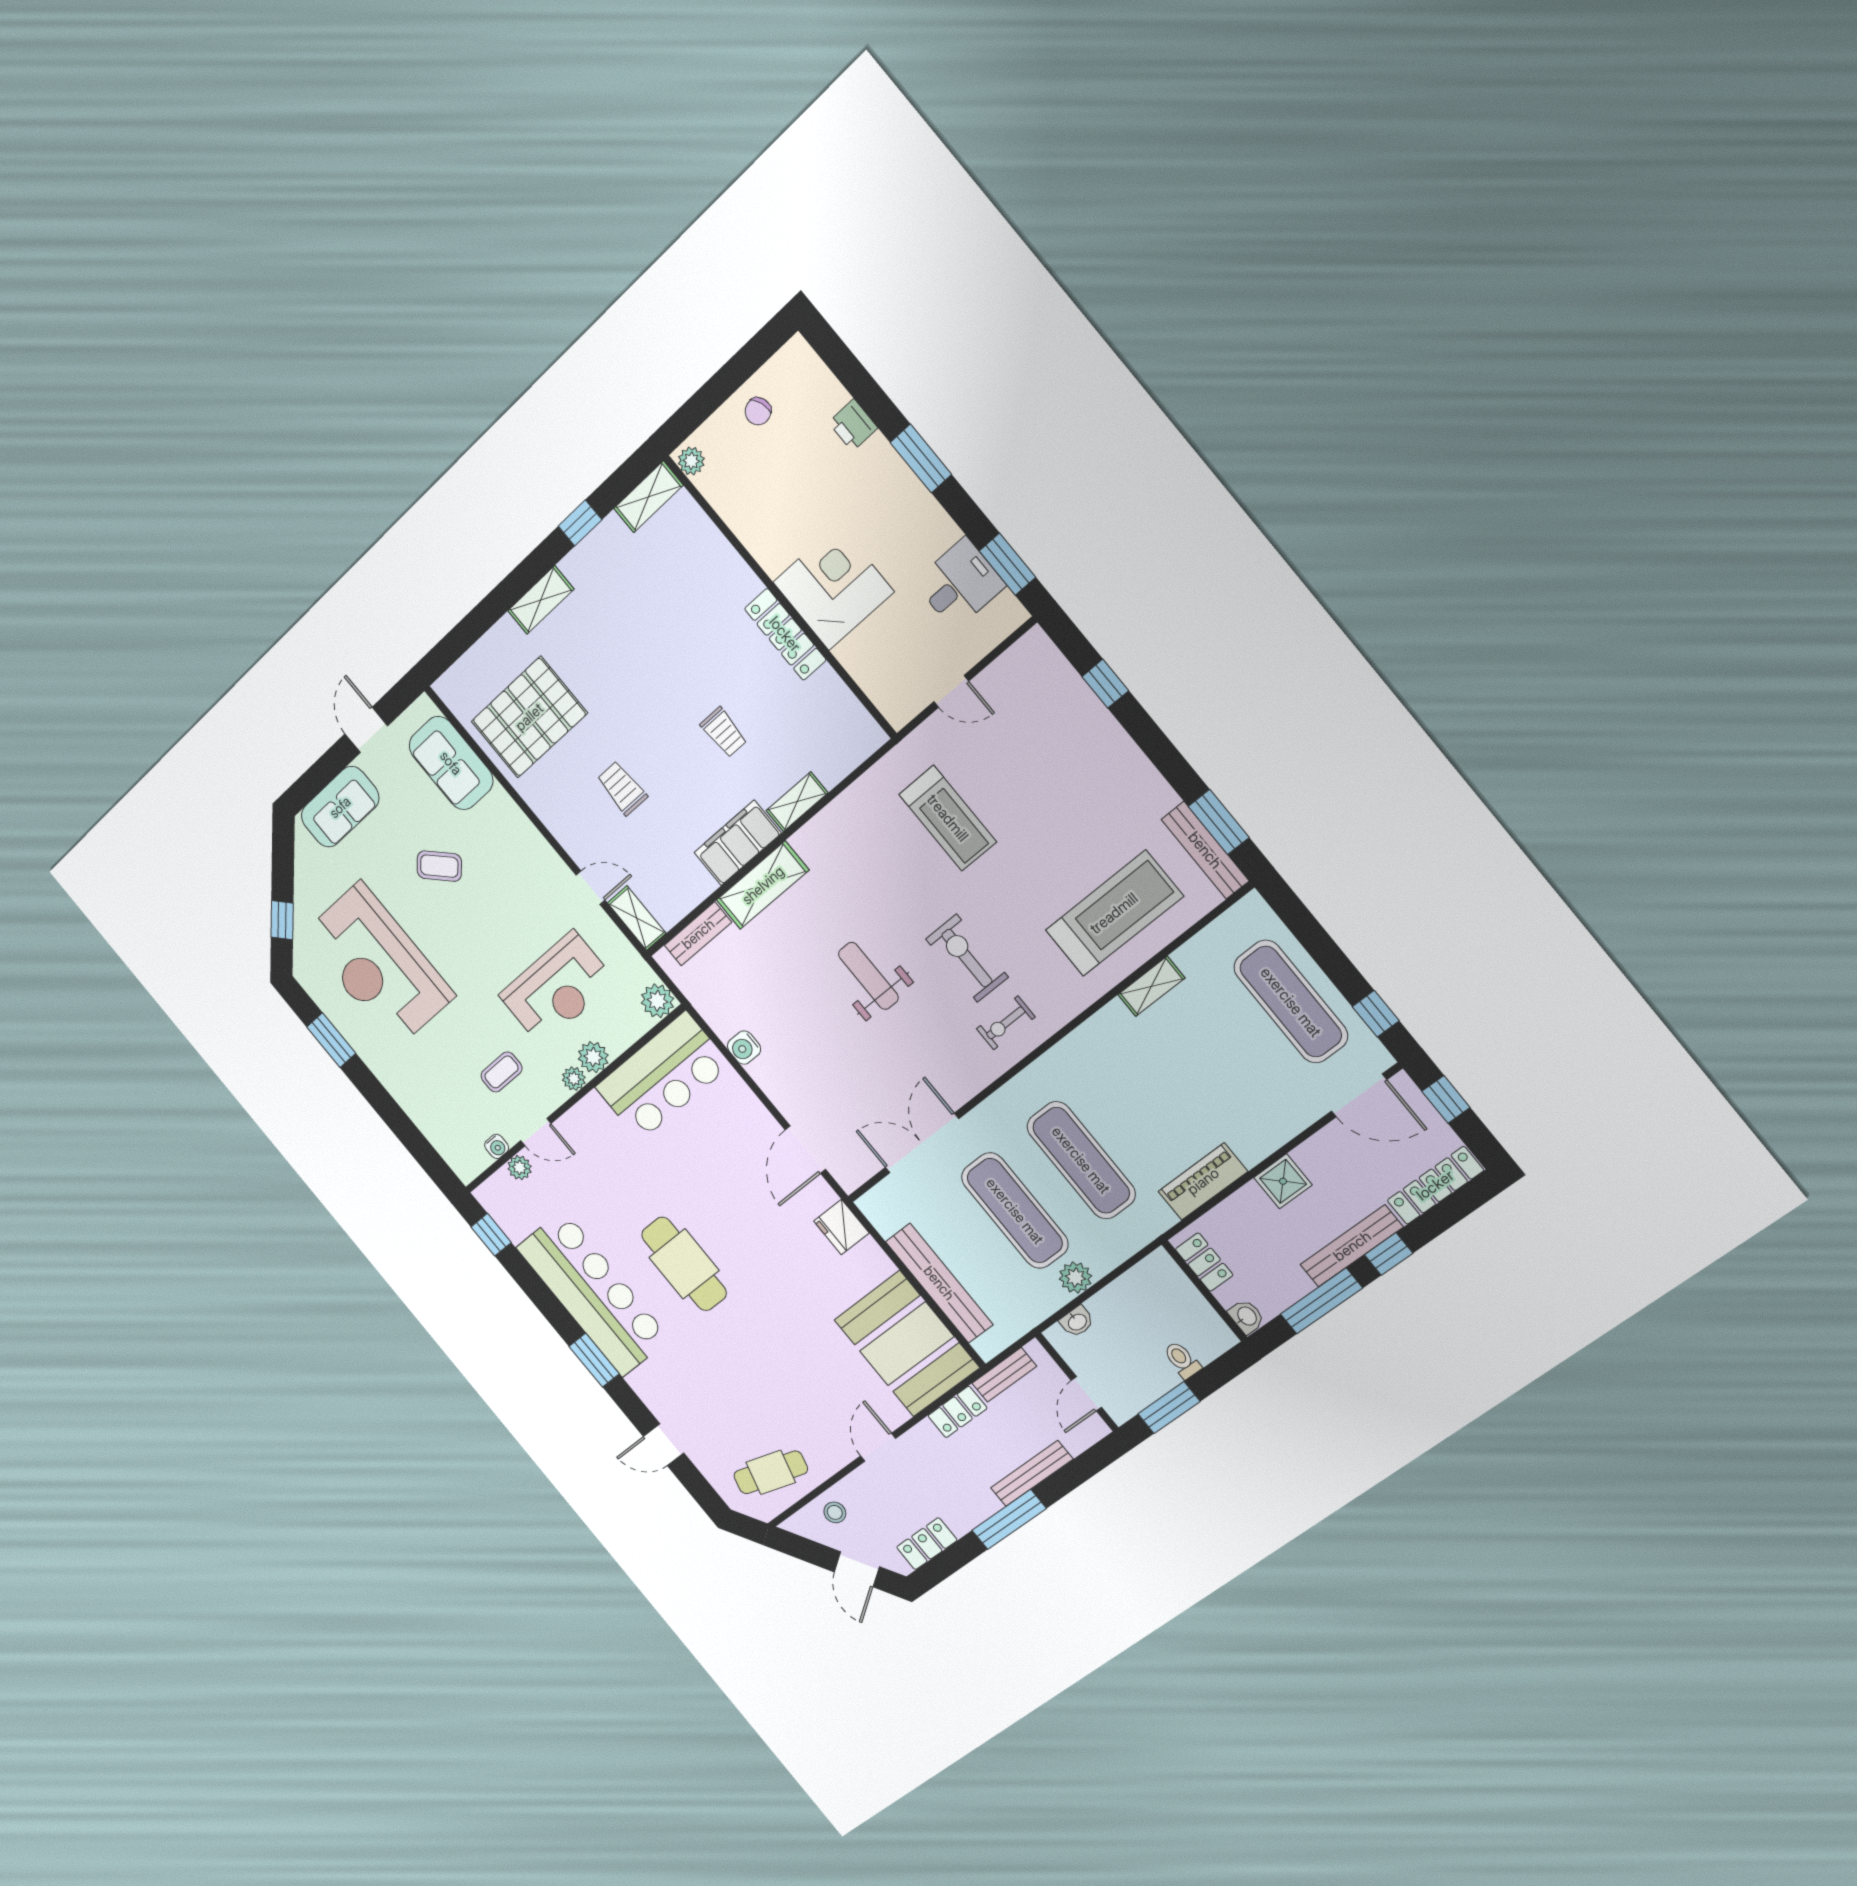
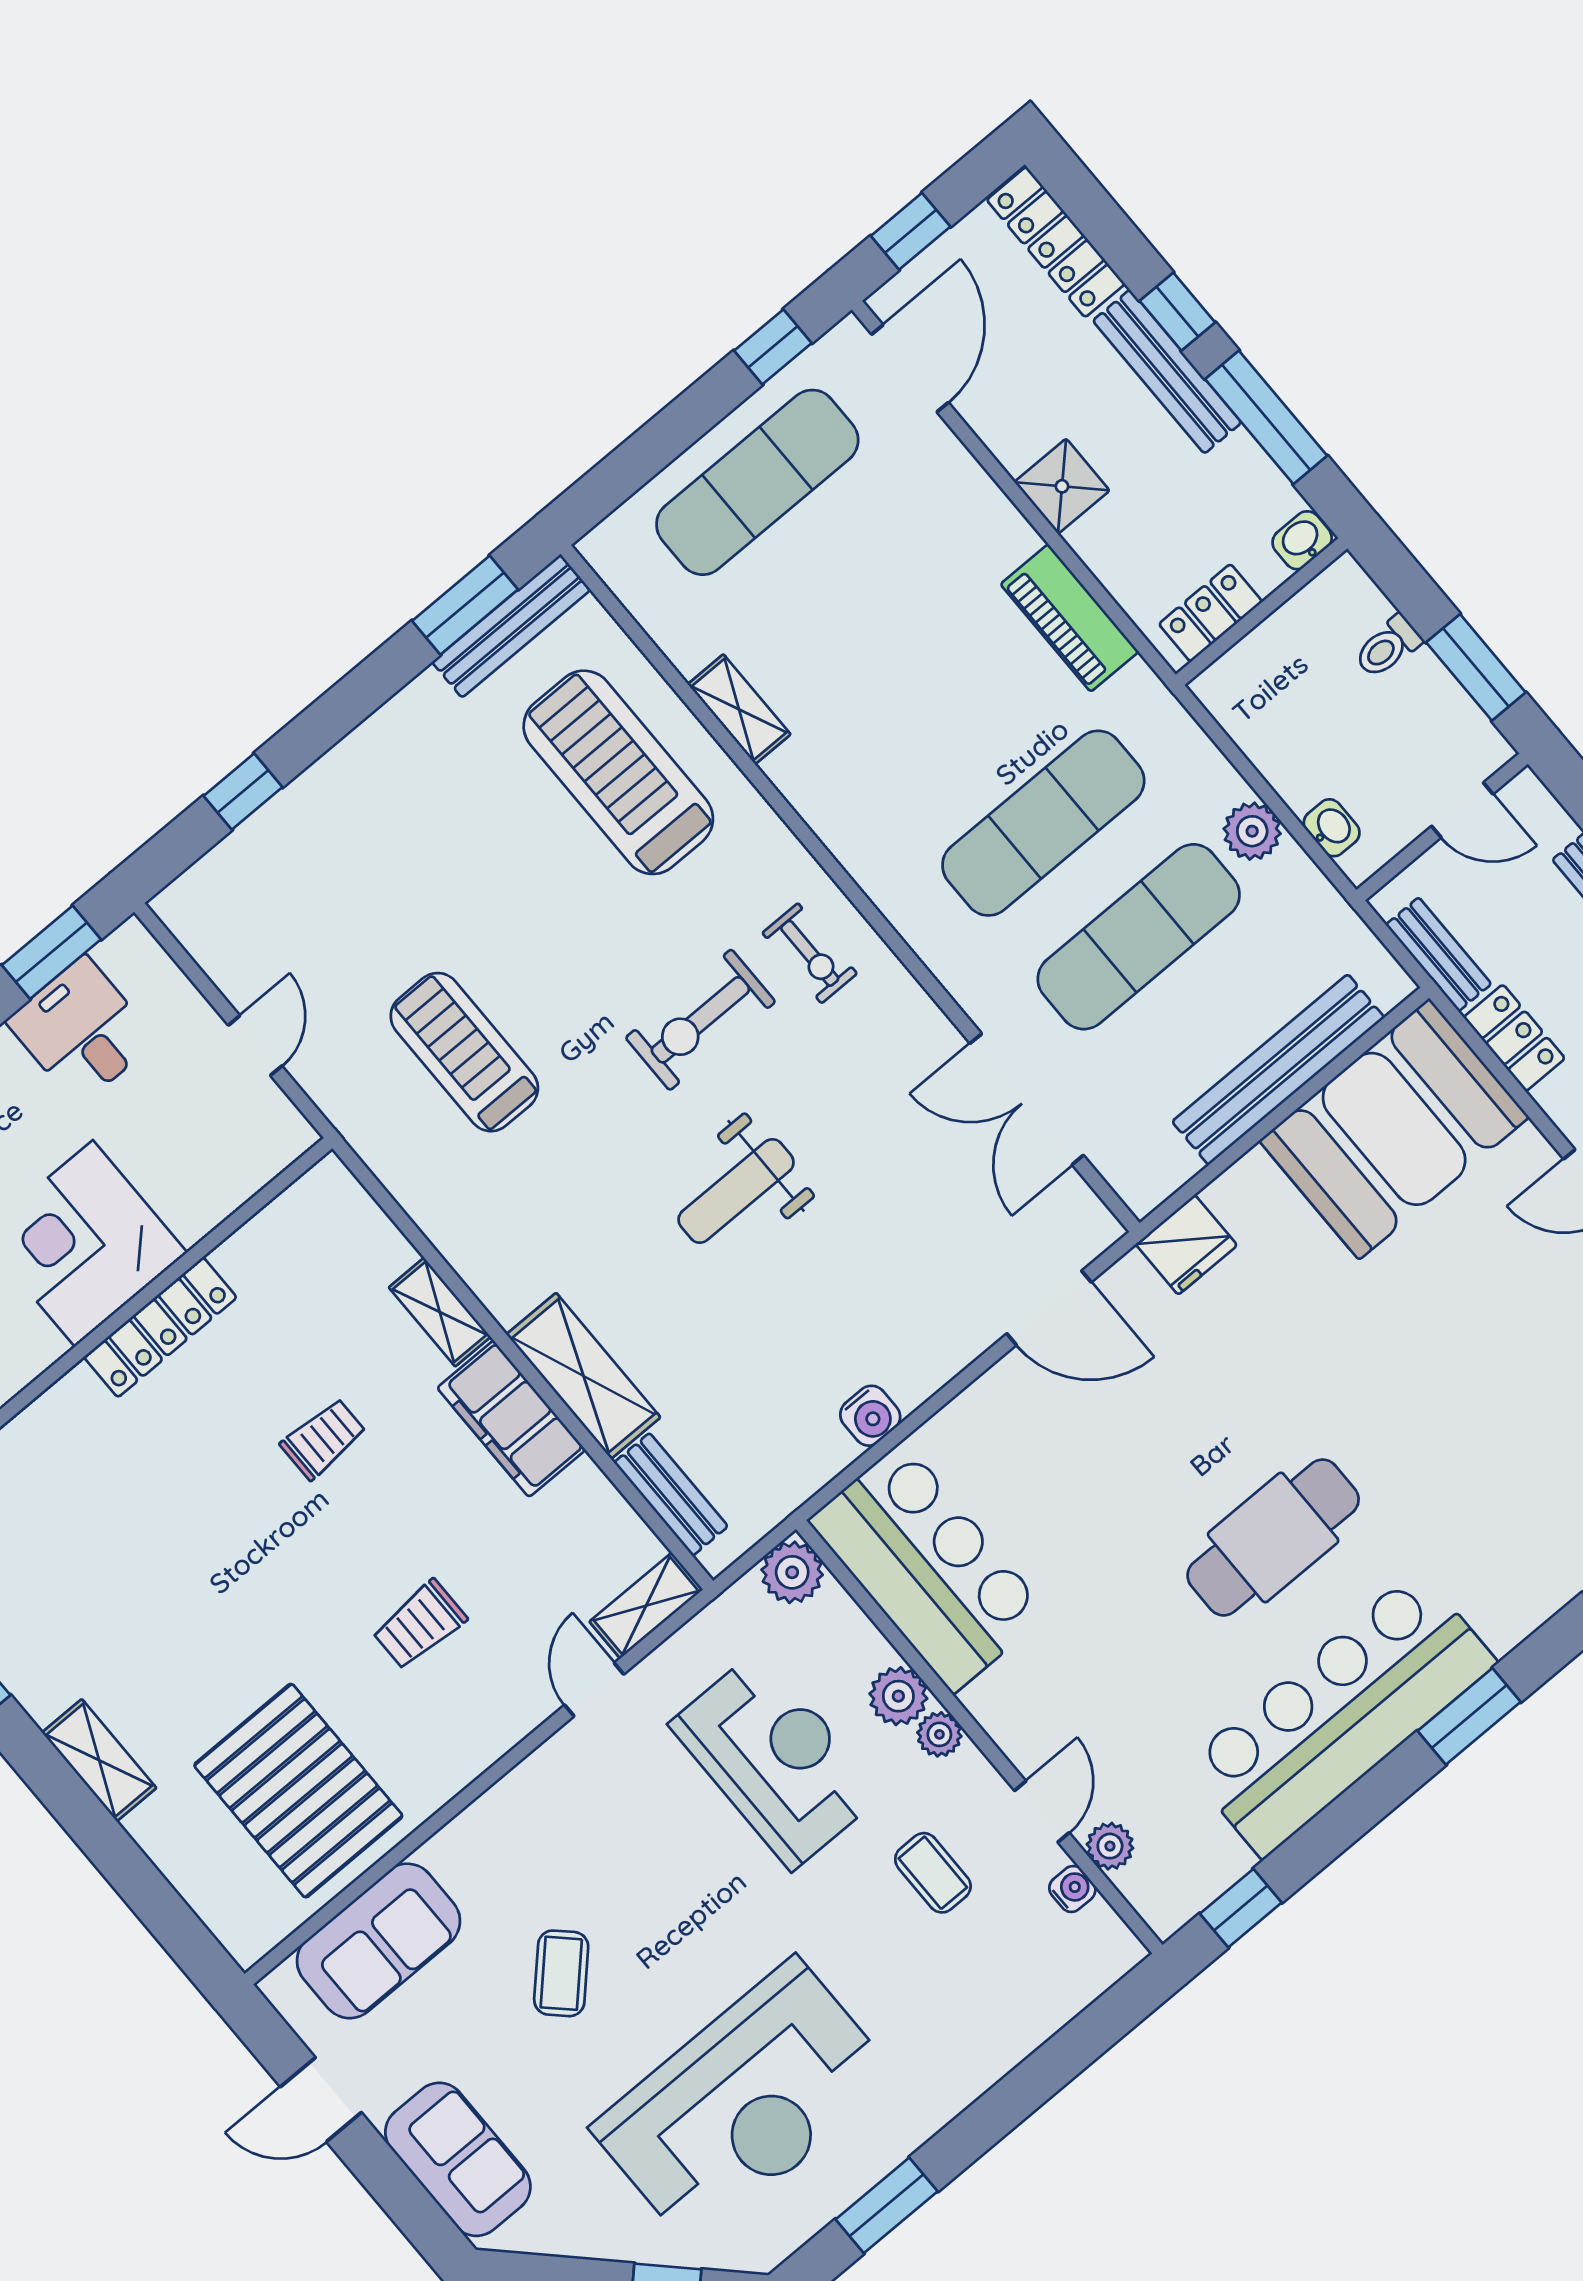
treadmill: (948, 818) -> (464, 1052), turned -90

